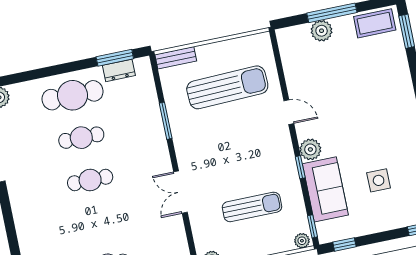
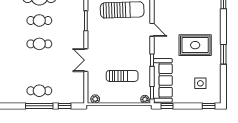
rug: (373, 124) -> (195, 45), added
plant: (310, 149) -> (159, 52), removed
side table: (379, 180) -> (200, 83), moved
sofa: (325, 189) -> (163, 80), width x1.36

